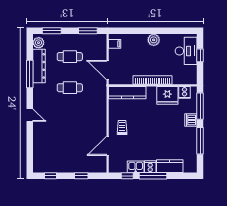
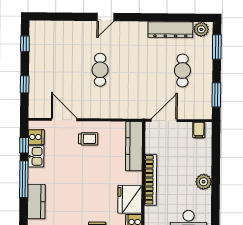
window: (30, 74) -> (160, 17), removed
cafe table: (70, 88) -> (100, 70), moved
cooker: (150, 167) -> (36, 137), moved

